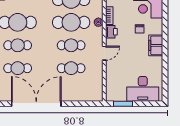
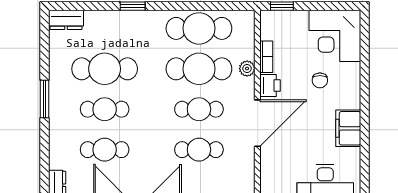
filing cabinet: (156, 45) -> (348, 128), moved
door: (104, 53) -> (257, 123), width x1.88

